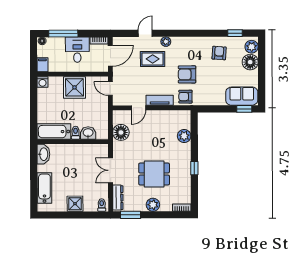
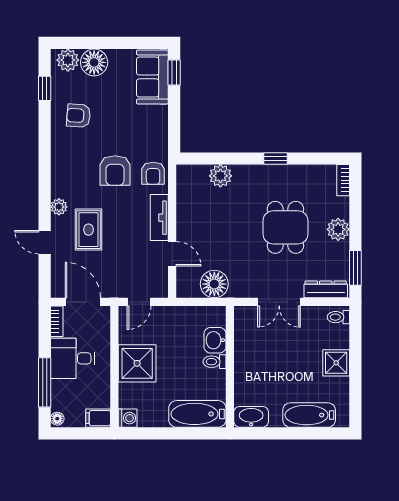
bathtub: (54, 132) -> (197, 414), moved, turned 90

